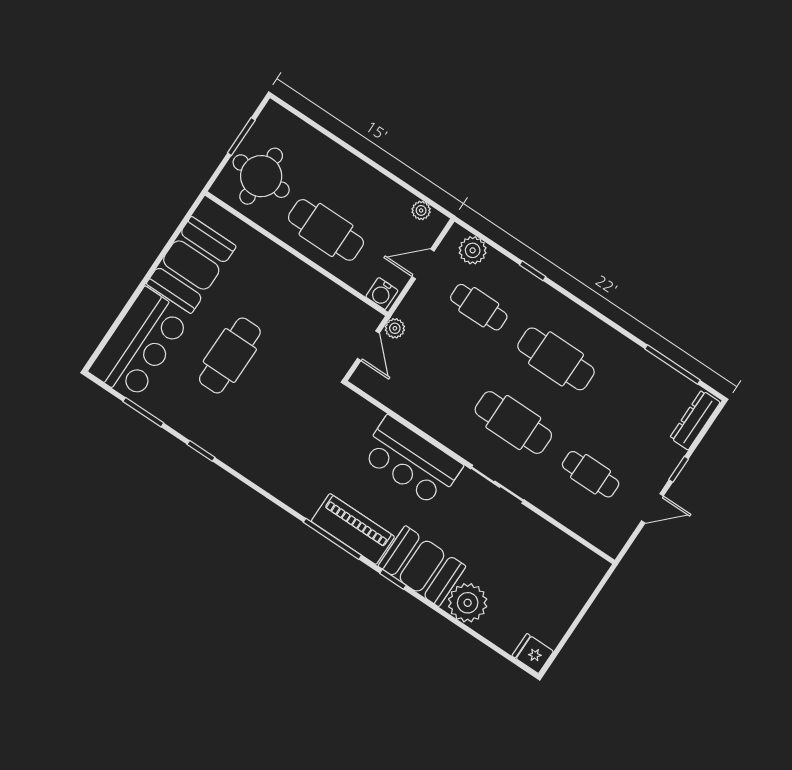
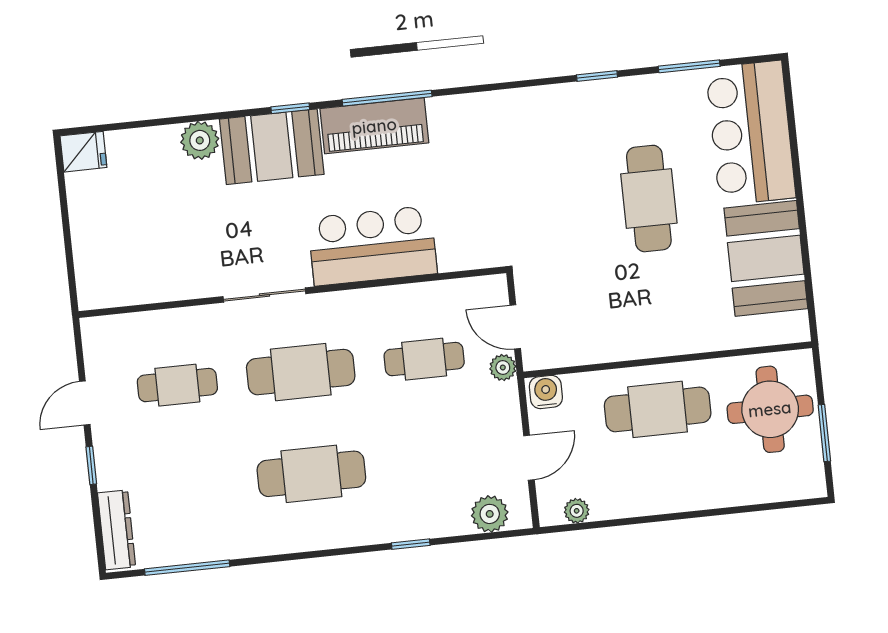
cafe table: (479, 307) -> (424, 359), moved
plant: (468, 603) -> (200, 140), width x0.73, depth x0.73

